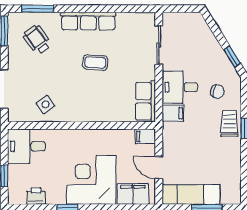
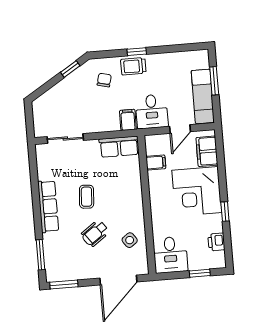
wheelchair: (37, 40) -> (95, 233), moved
desk: (180, 87) -> (152, 111), moved
filing cabinet: (145, 136) -> (156, 162), moved, turned -90

